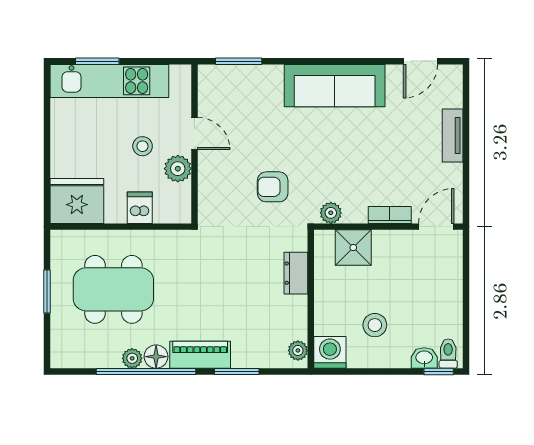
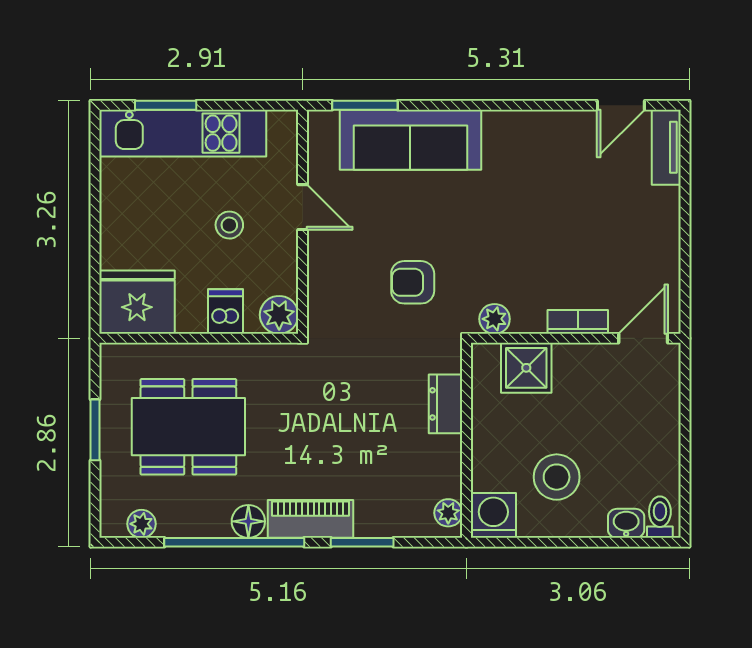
sofa: (335, 86) -> (410, 140), moved
tv unit: (453, 135) -> (666, 147), moved
plant: (178, 169) -> (279, 315), moved
stool: (375, 325) -> (557, 477), width x1.38, depth x1.38
plant: (132, 358) -> (141, 524), moved
window: (439, 371) -> (647, 542), removed

